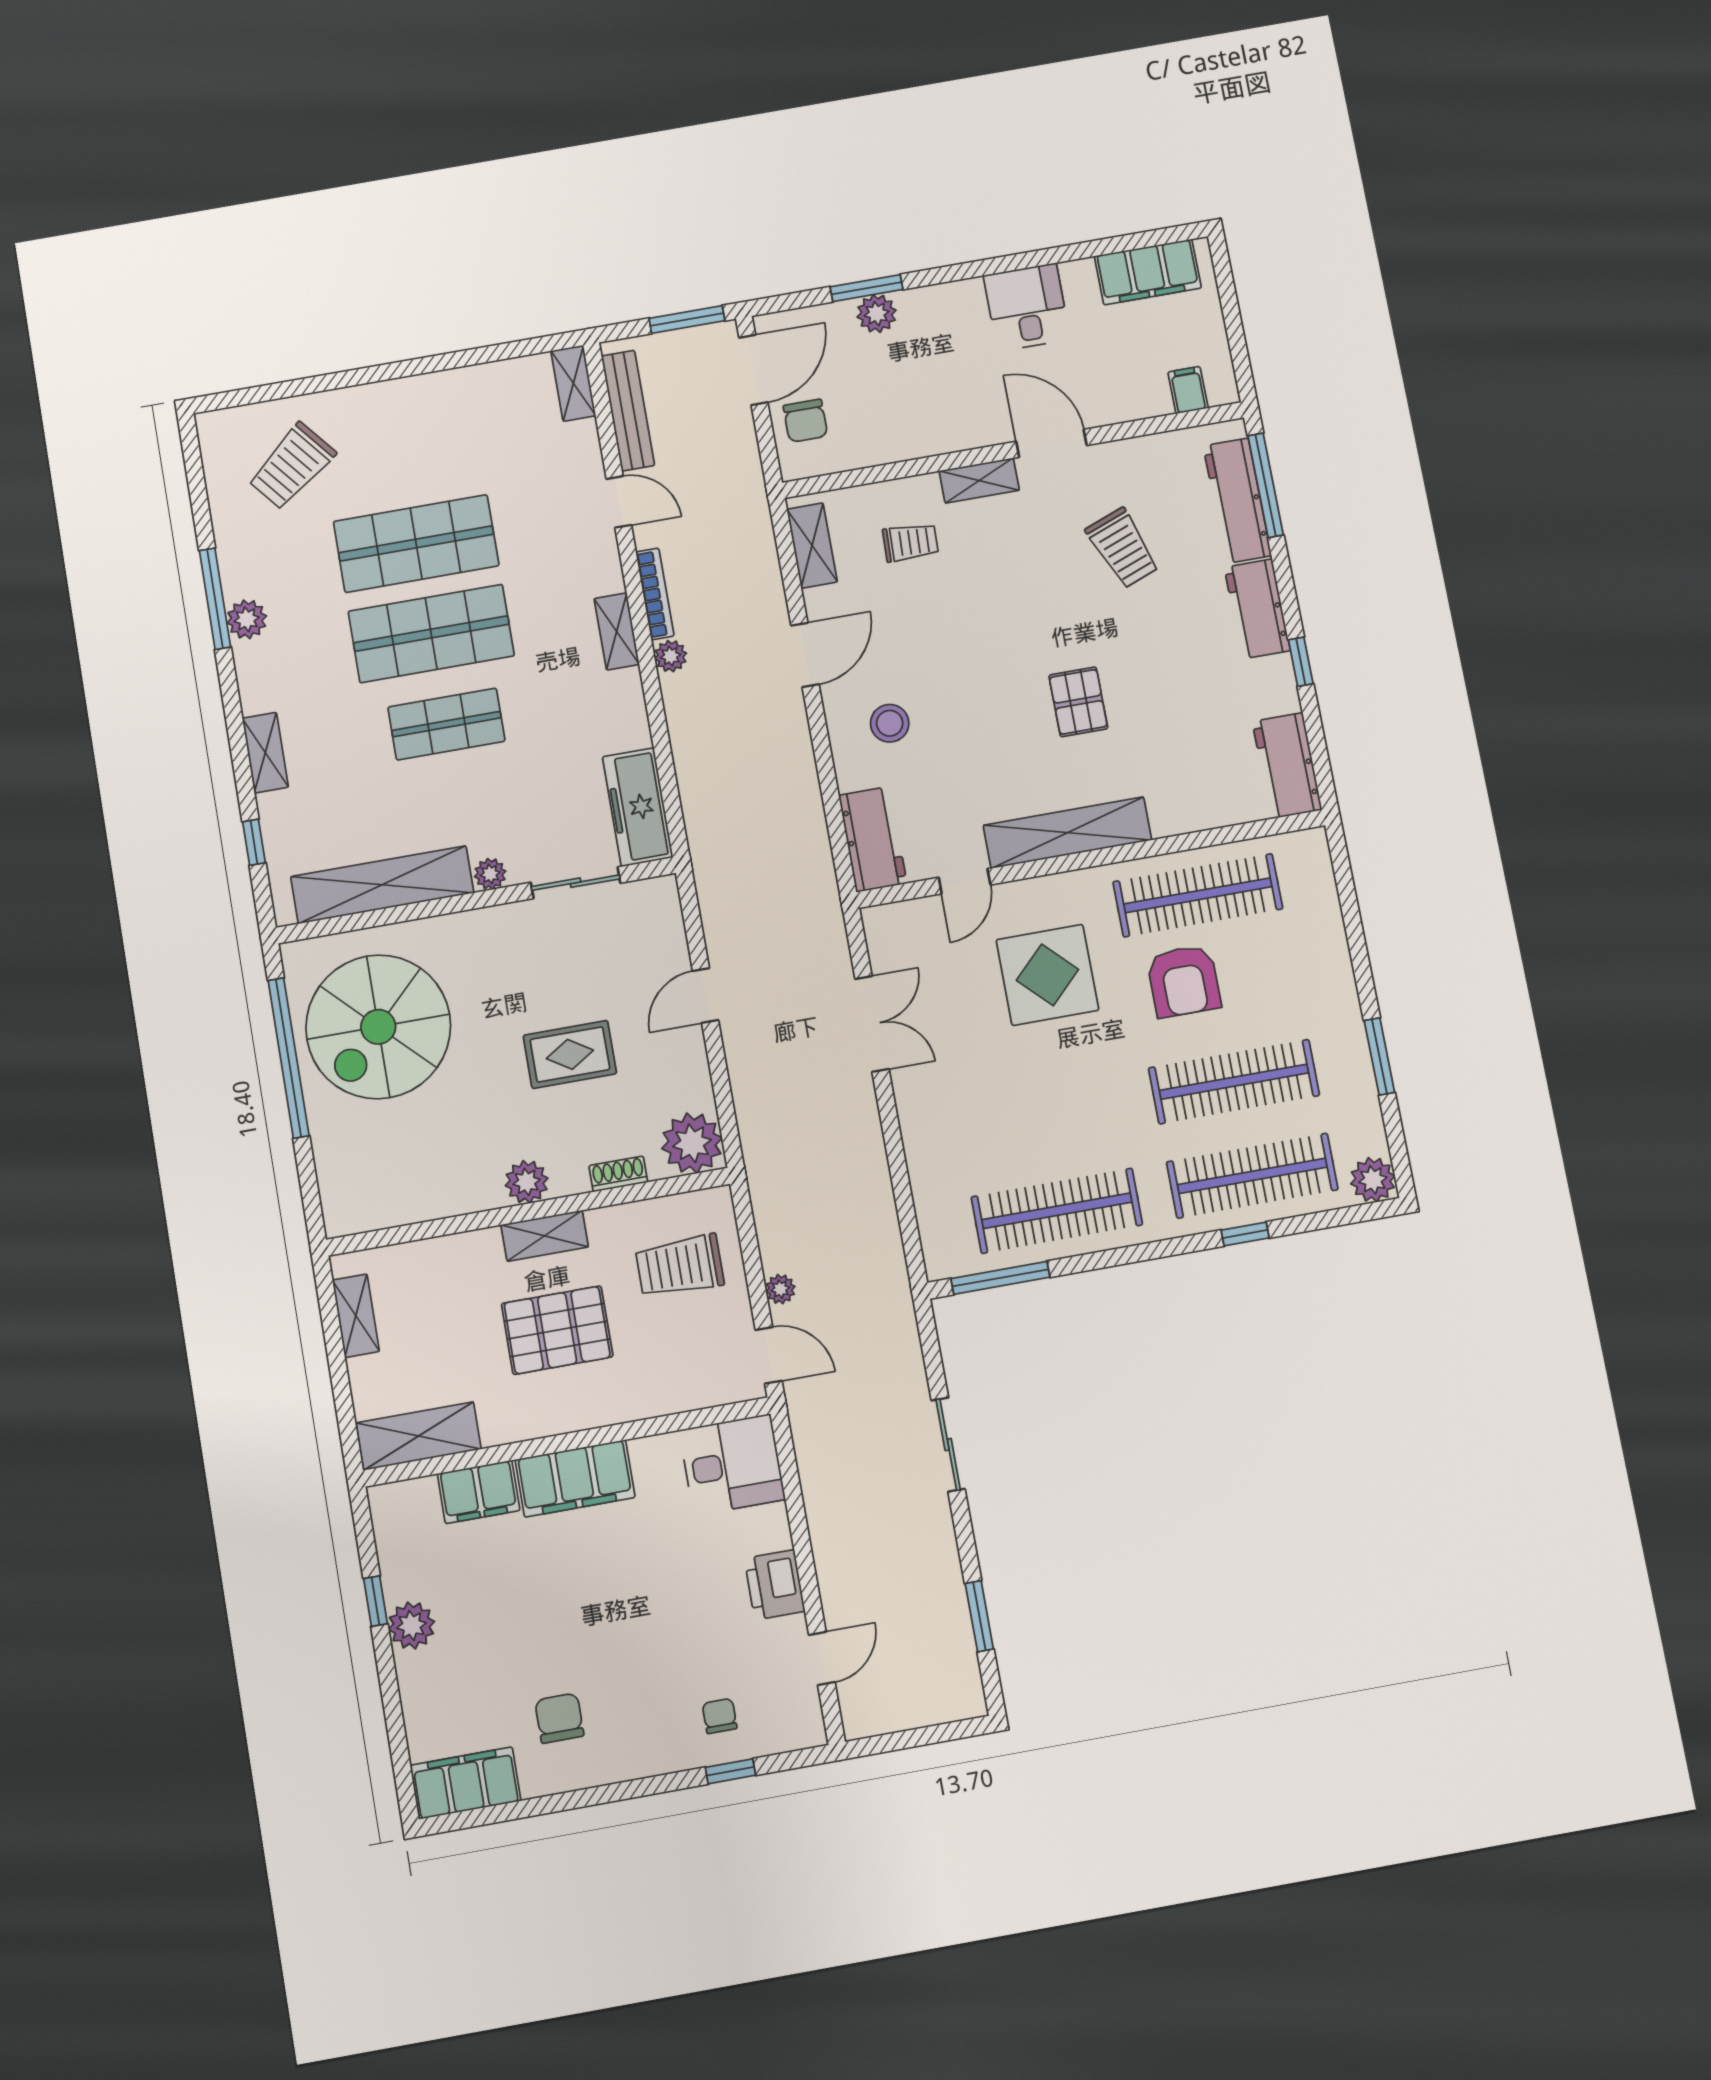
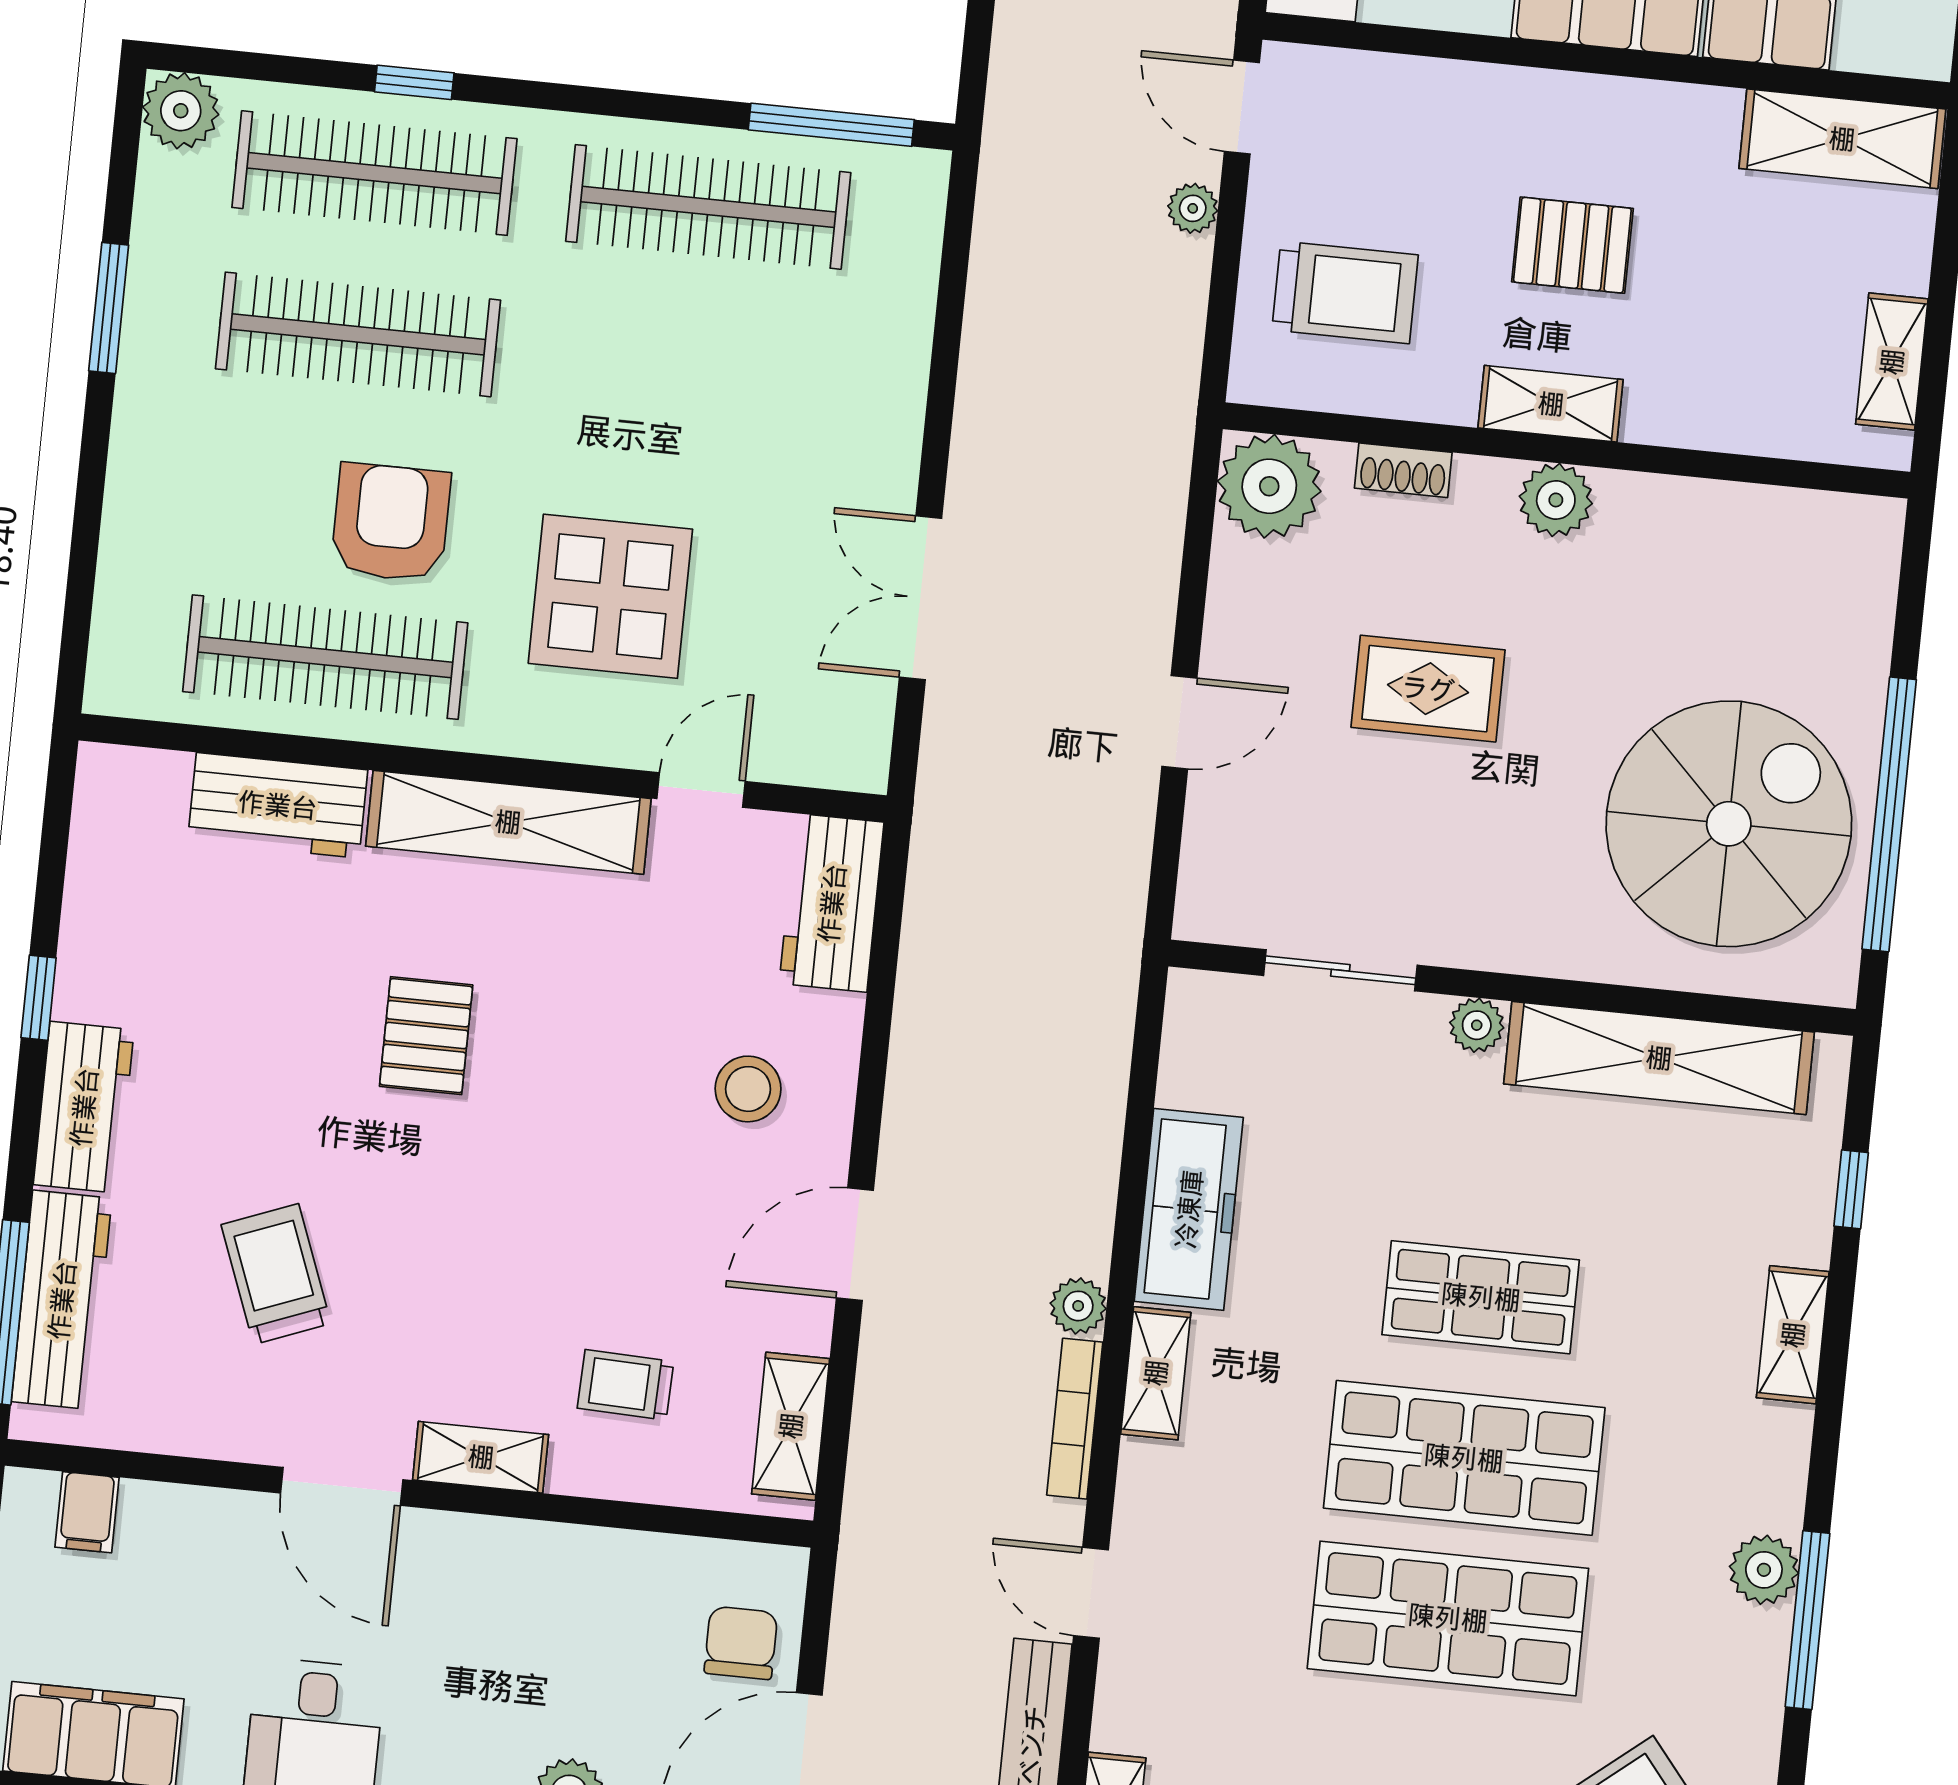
workbench: (1287, 766) -> (278, 805), moved, turned 90
freezer: (638, 807) -> (1189, 1209), moved
pallet: (557, 1330) -> (1572, 245), width x0.67, depth x0.71

